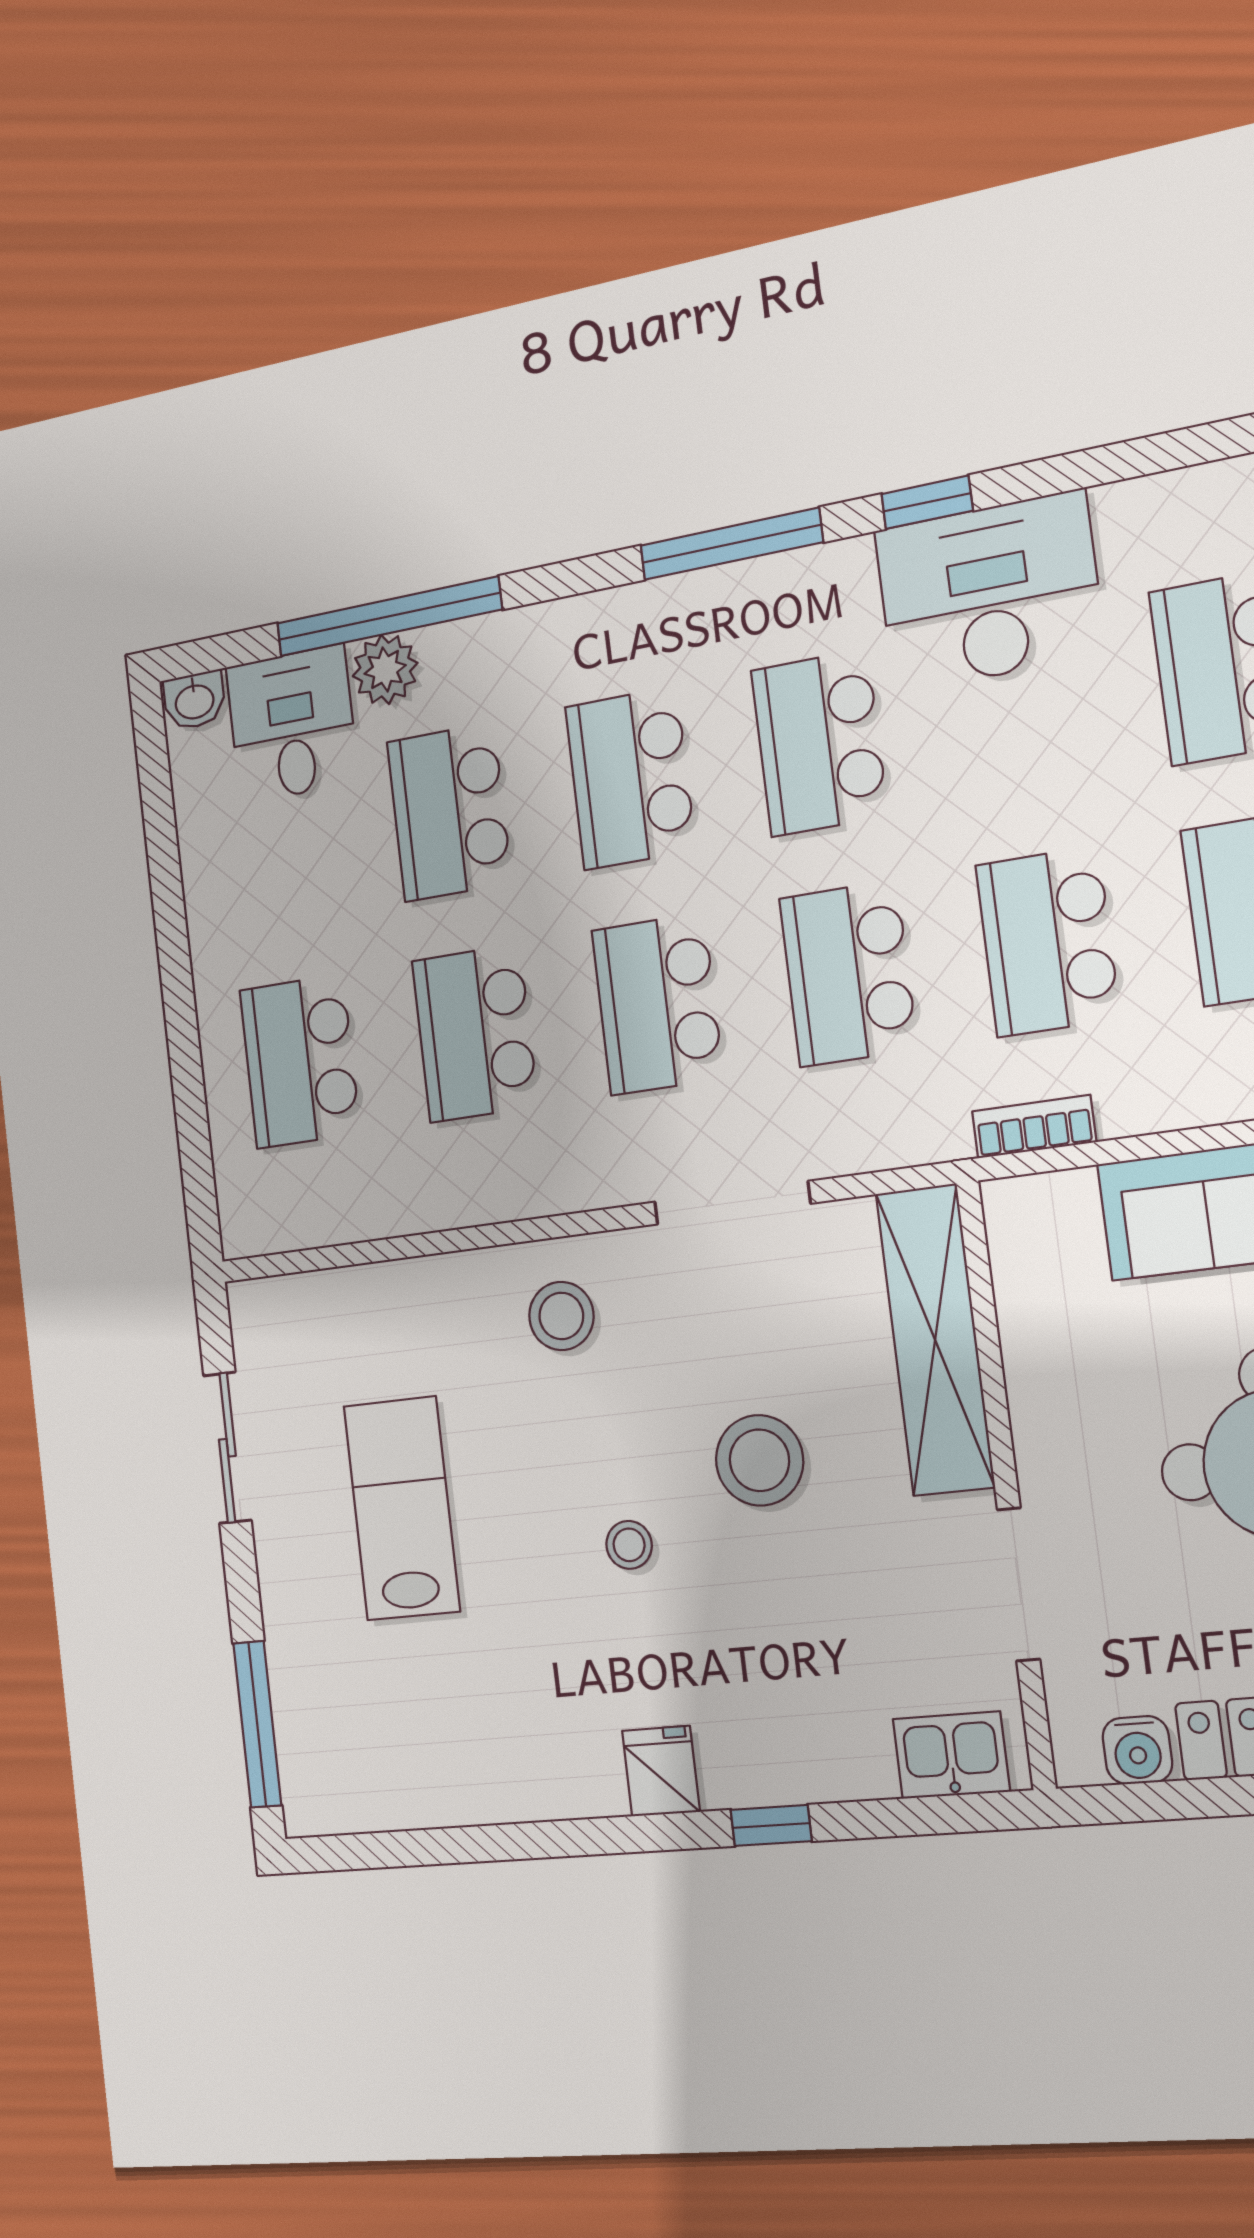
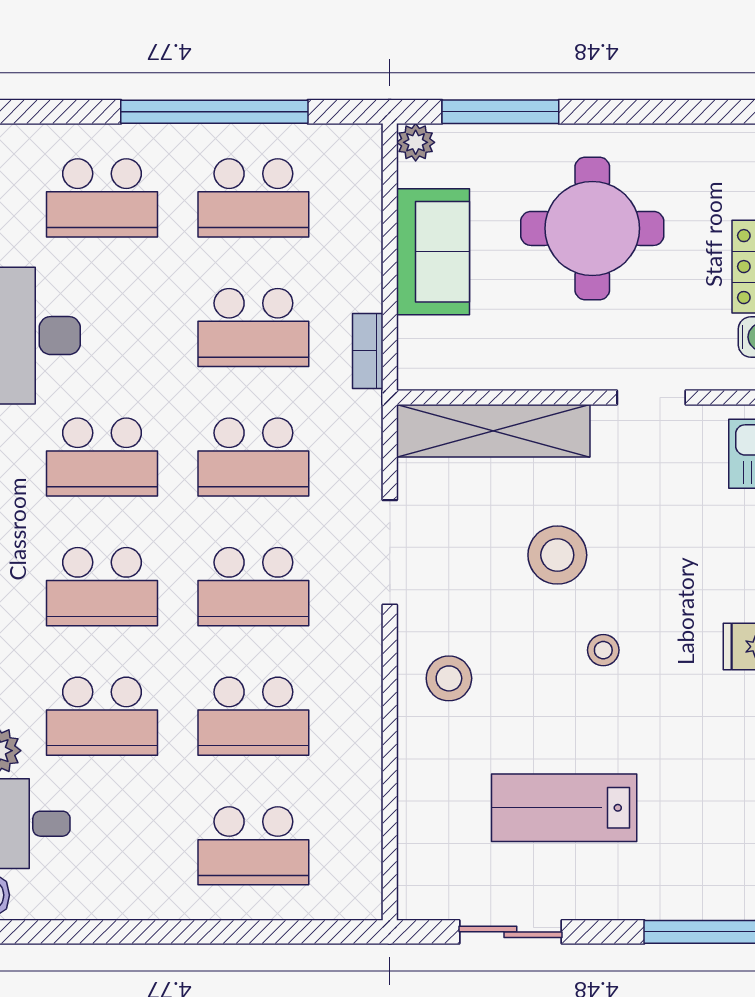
doorway: (1019, 1584) -> (651, 397), width x0.73

